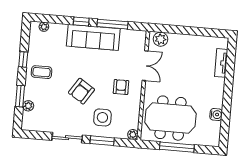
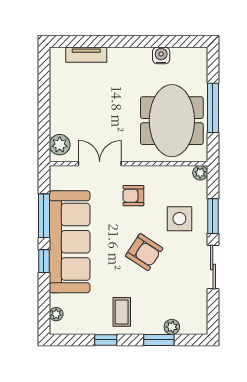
sofa: (93, 37) -> (70, 242), width x1.36, depth x1.27

